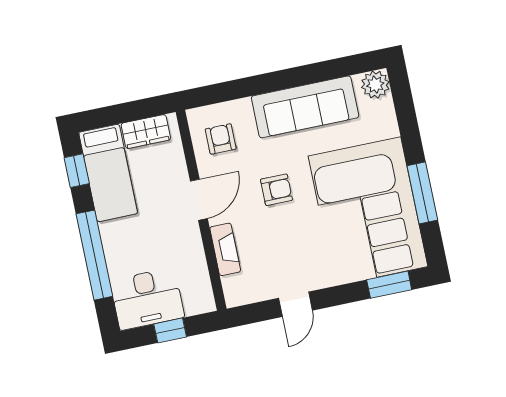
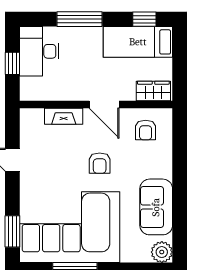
sofa: (305, 107) -> (156, 207), width x0.73
wardrobe: (146, 132) -> (153, 91), moved, turned 90
armchair: (221, 139) -> (146, 130), turned 90
window: (94, 255) -> (80, 19), width x0.68

